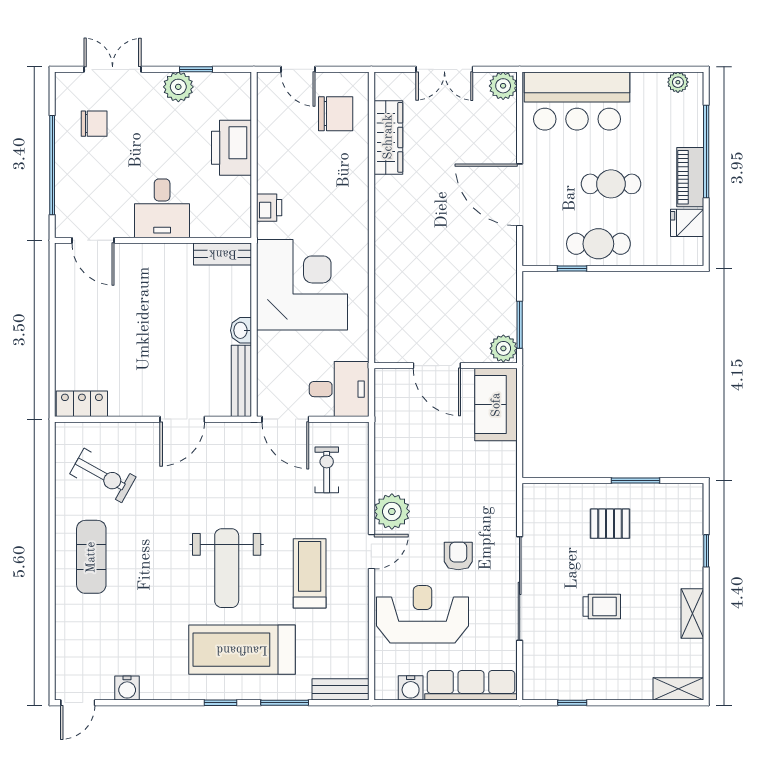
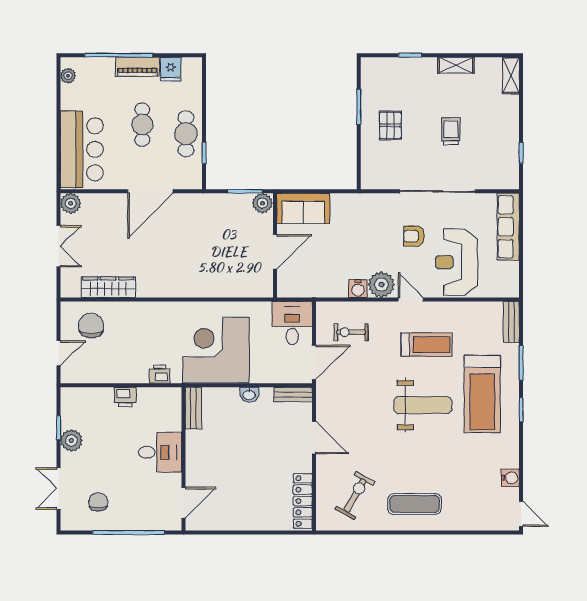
printer: (231, 148) -> (125, 397), width x0.53, depth x0.68
bench: (241, 381) -> (293, 394), width x0.73
locker: (82, 404) -> (303, 501), width x1.53
treadmill: (310, 573) -> (427, 345), turned 180
water cooler: (411, 688) -> (358, 289), moved, turned 90

